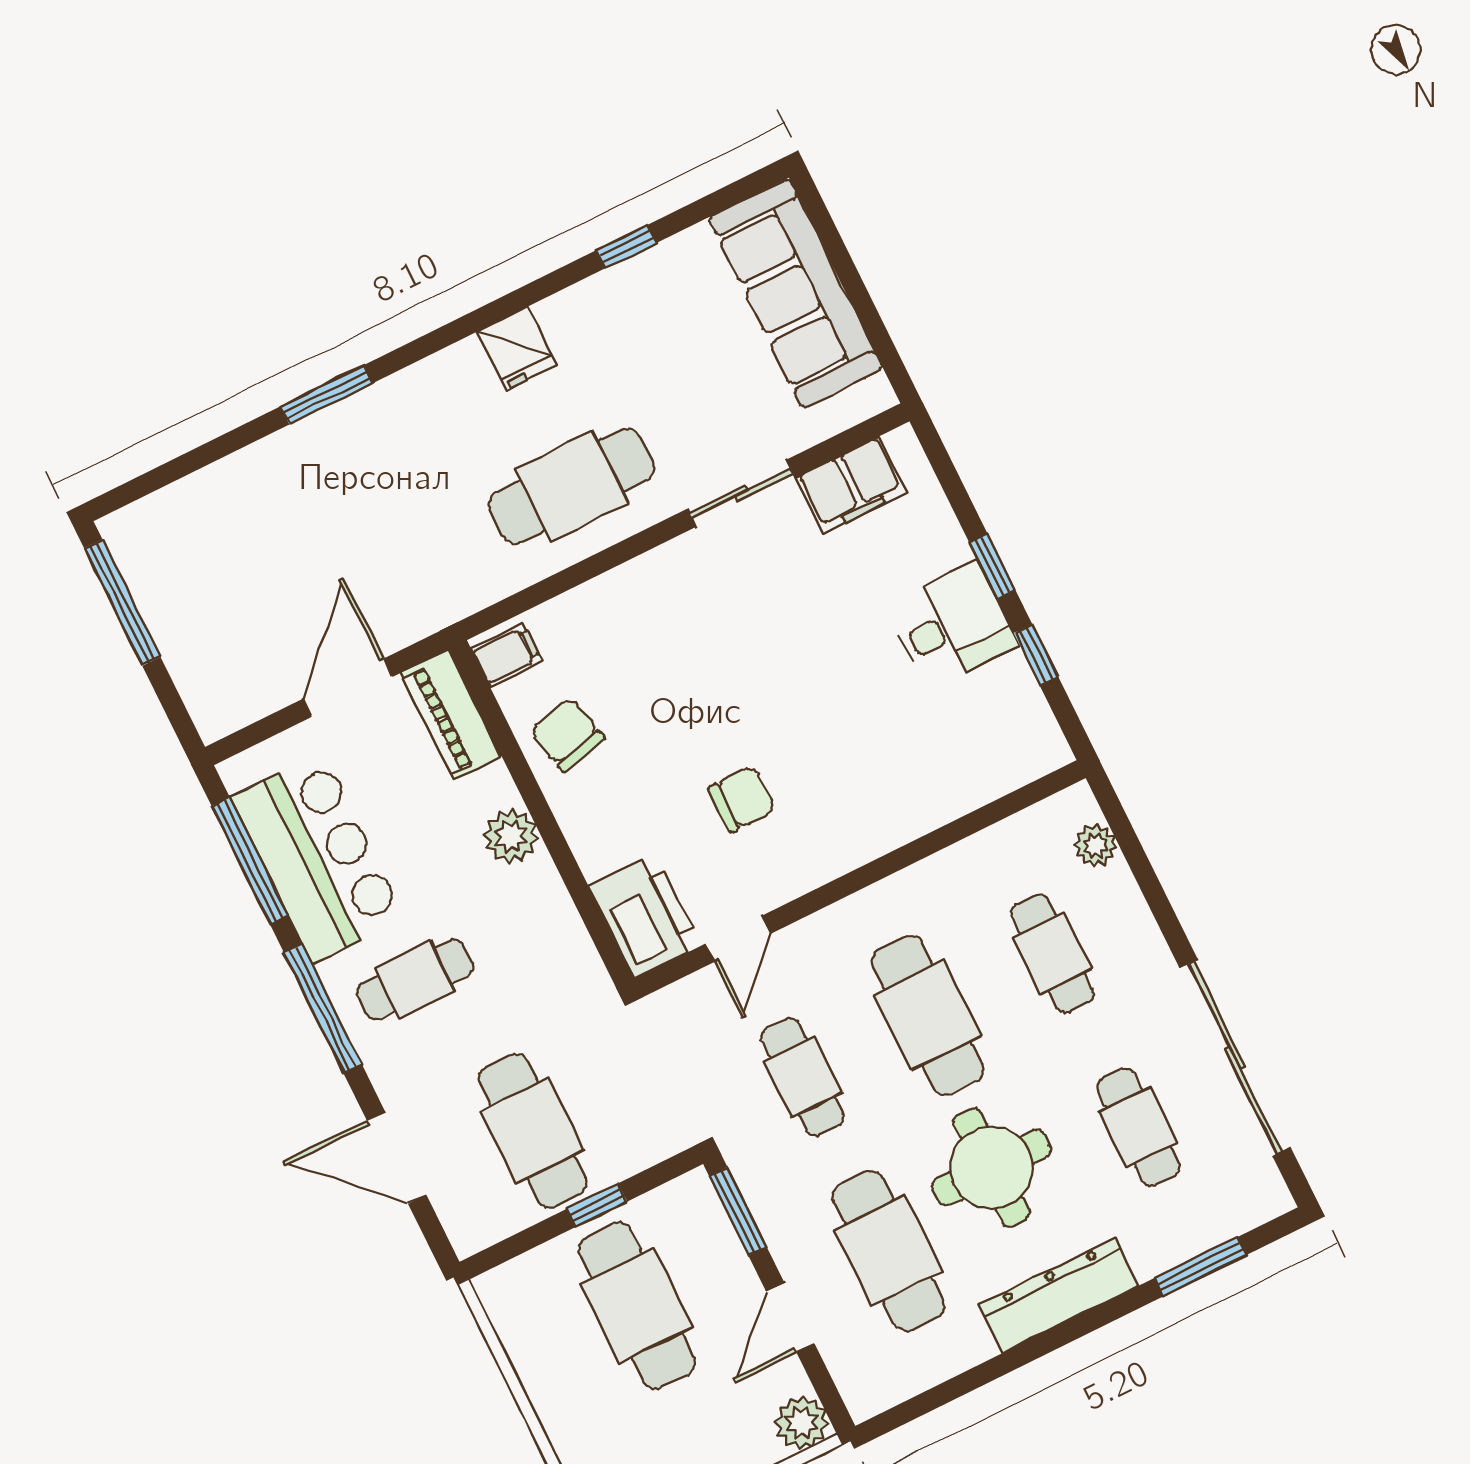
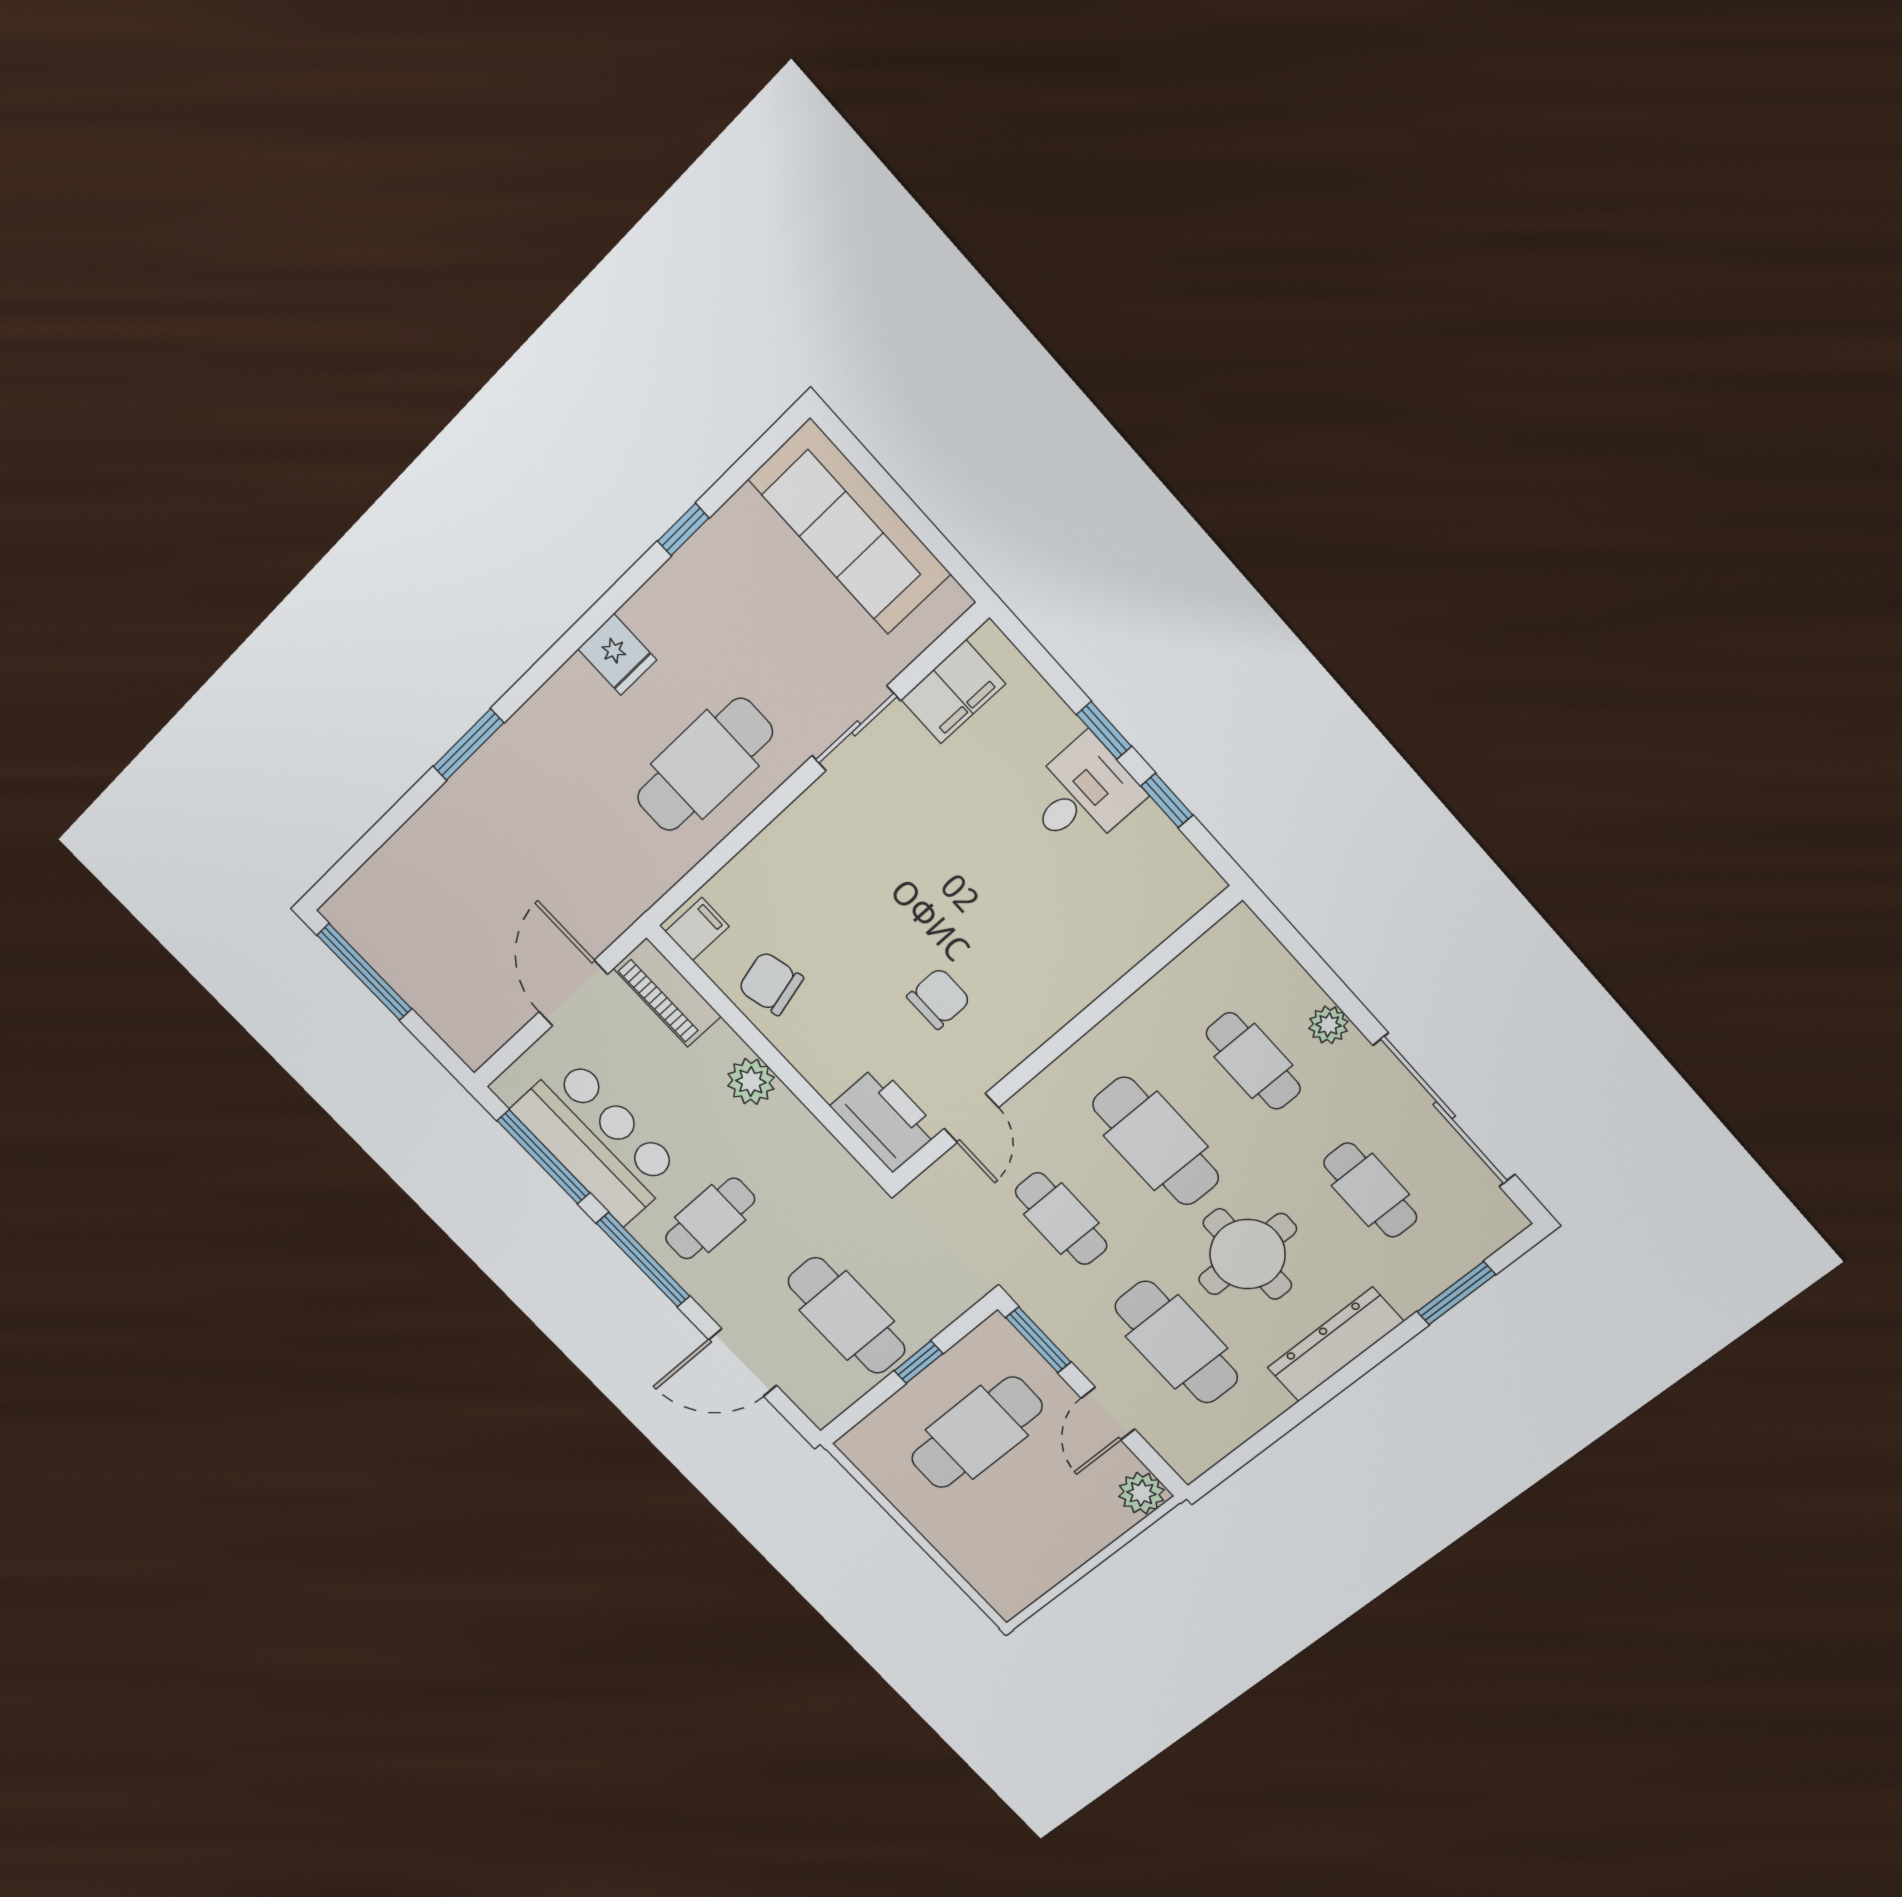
plant: (1095, 846) -> (1328, 1025), moved
cafe table: (637, 1306) -> (977, 1433), turned 90

